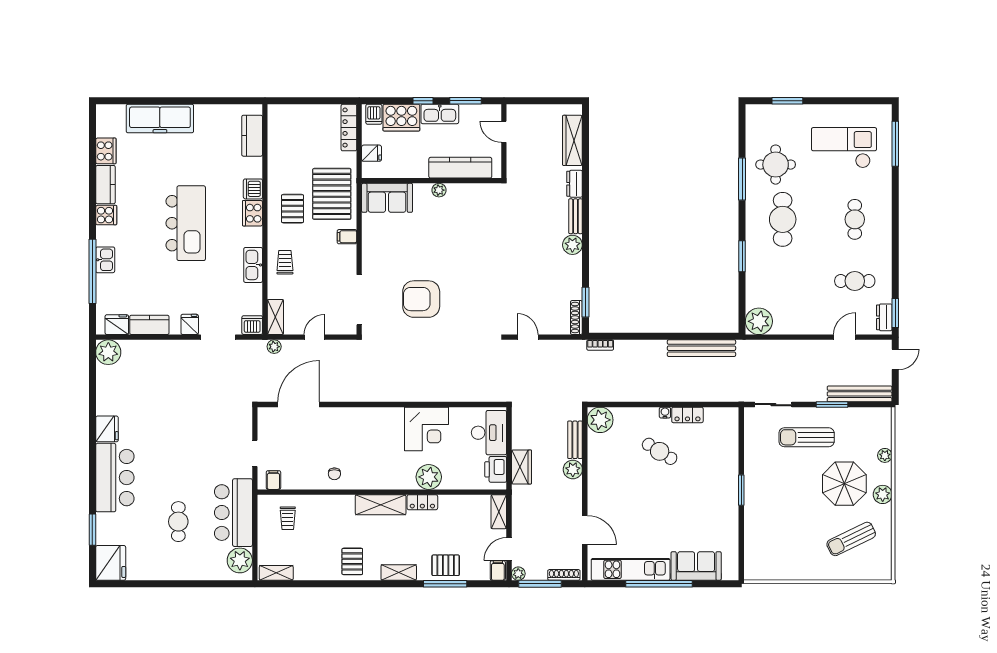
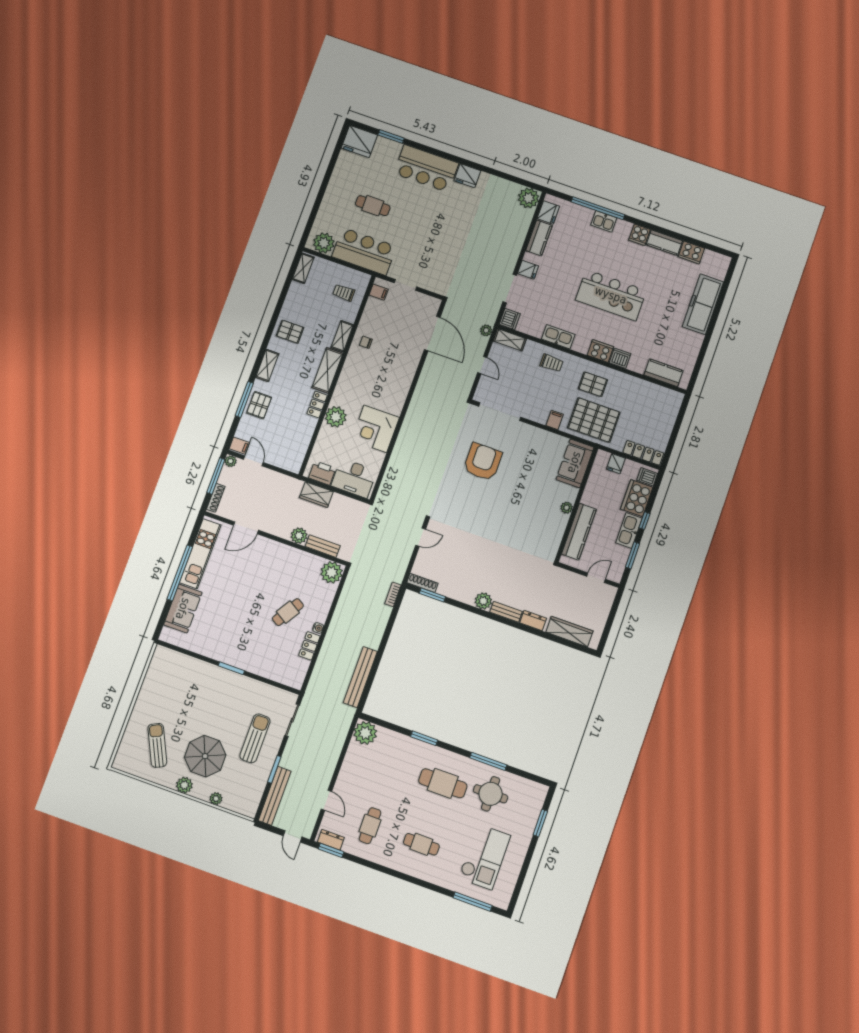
shelving: (499, 512) -> (342, 336), moved, turned 90

